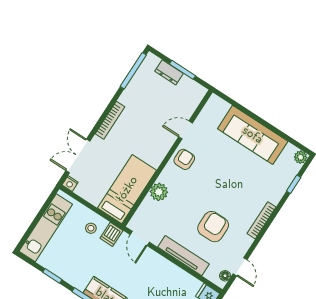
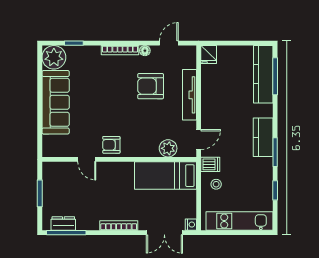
dresser: (169, 72) -> (63, 224), moved, turned -90
plant: (301, 157) -> (54, 57), width x1.87, depth x1.87
plant: (159, 192) -> (168, 148), moved
floor lamp: (225, 276) -> (145, 51), moved

